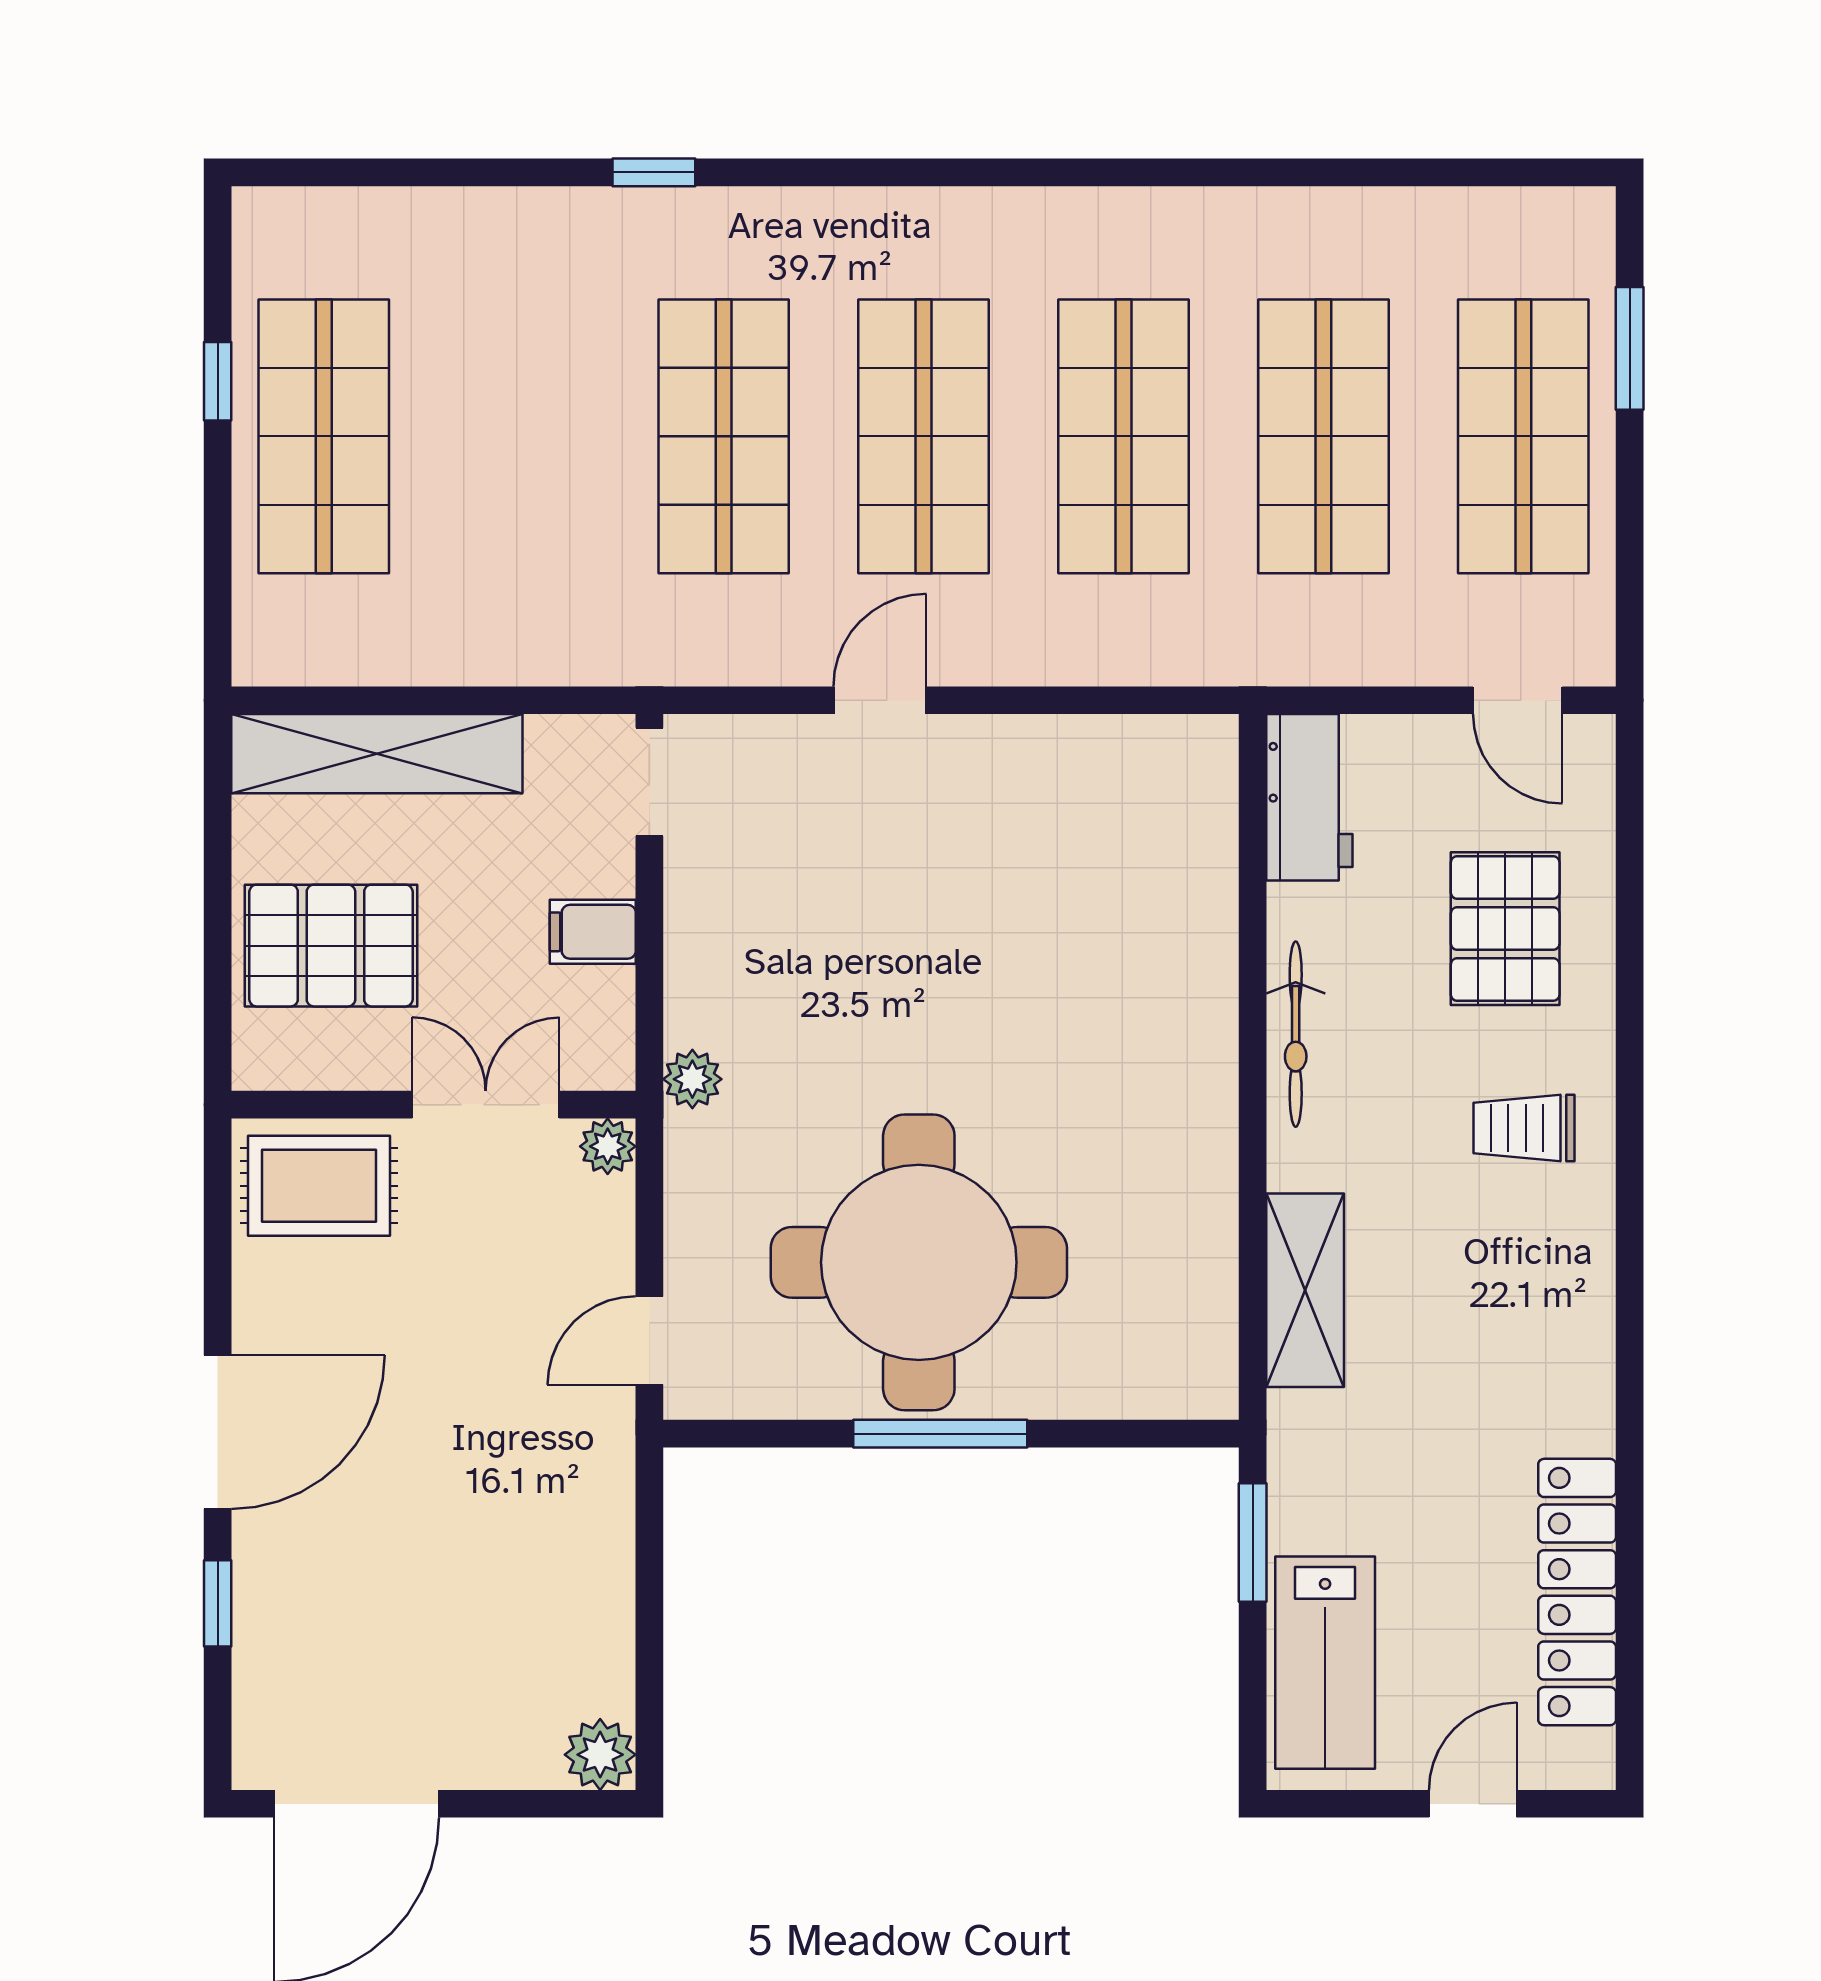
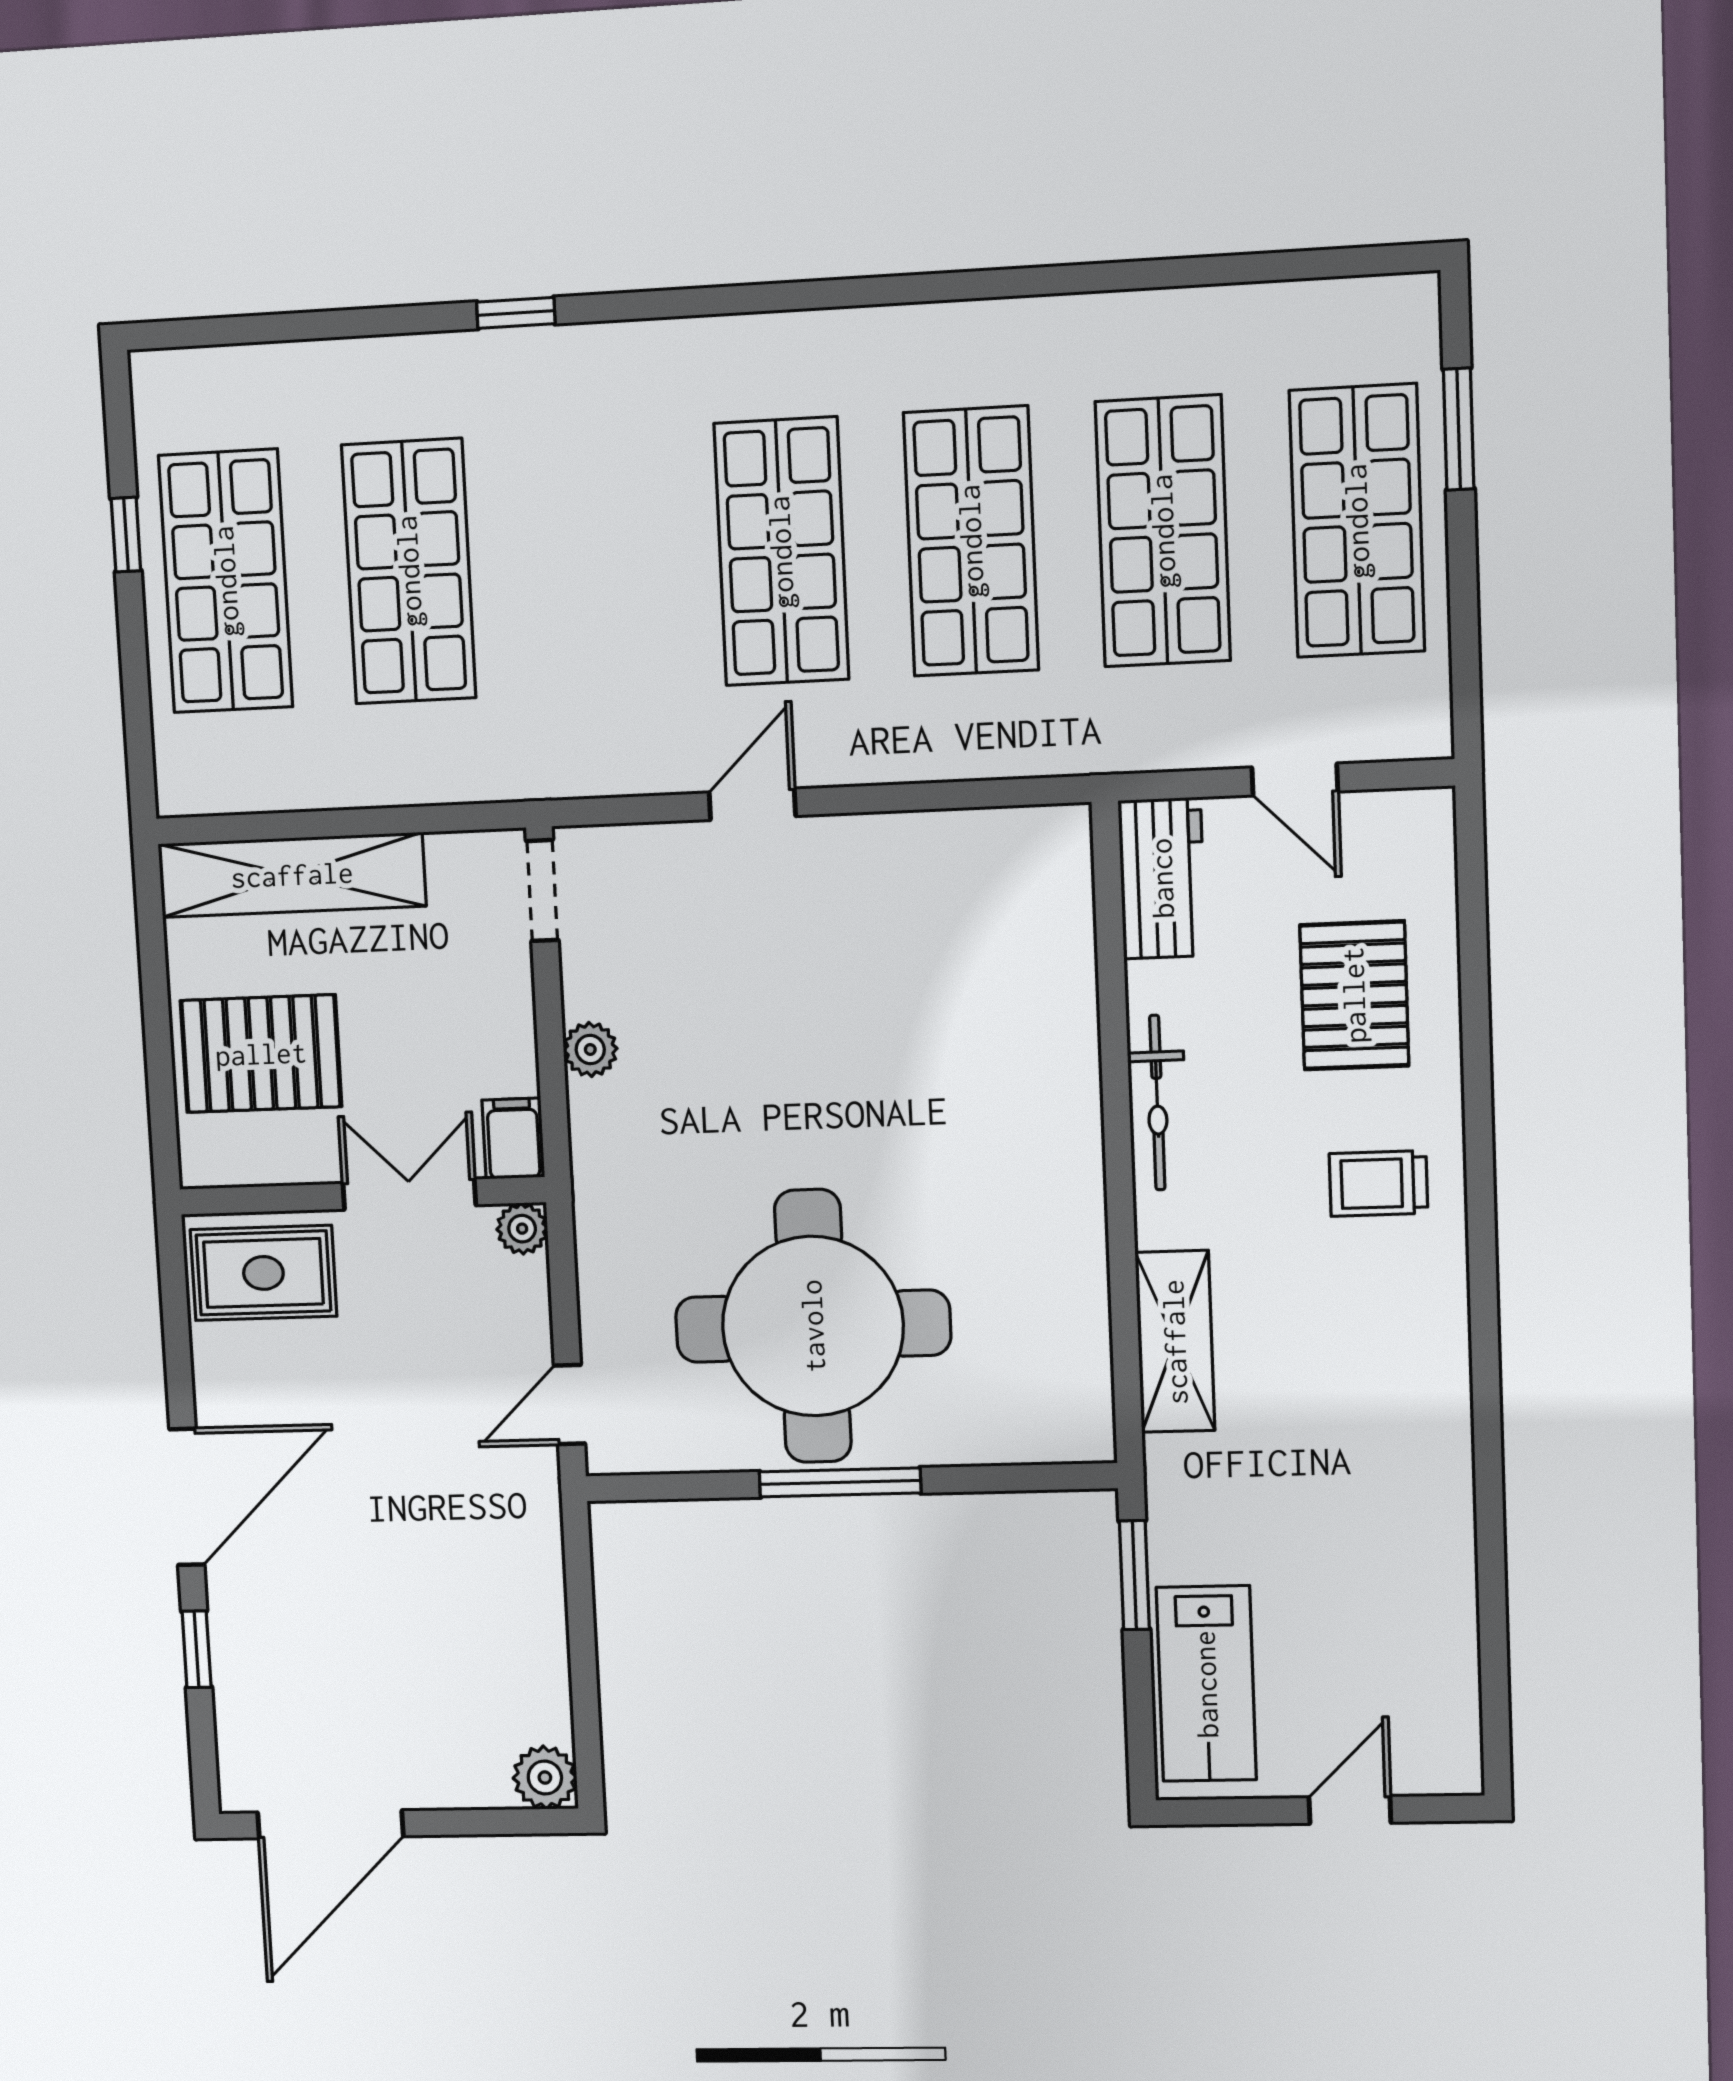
shop shelf: (724, 436) -> (409, 571), moved
door: (1518, 700) -> (1295, 780), moved
filing cabinet: (593, 932) -> (513, 1139), moved, turned 90
plant: (692, 1079) -> (590, 1050), moved
locker: (1577, 1592) -> (1443, 1614), removed

